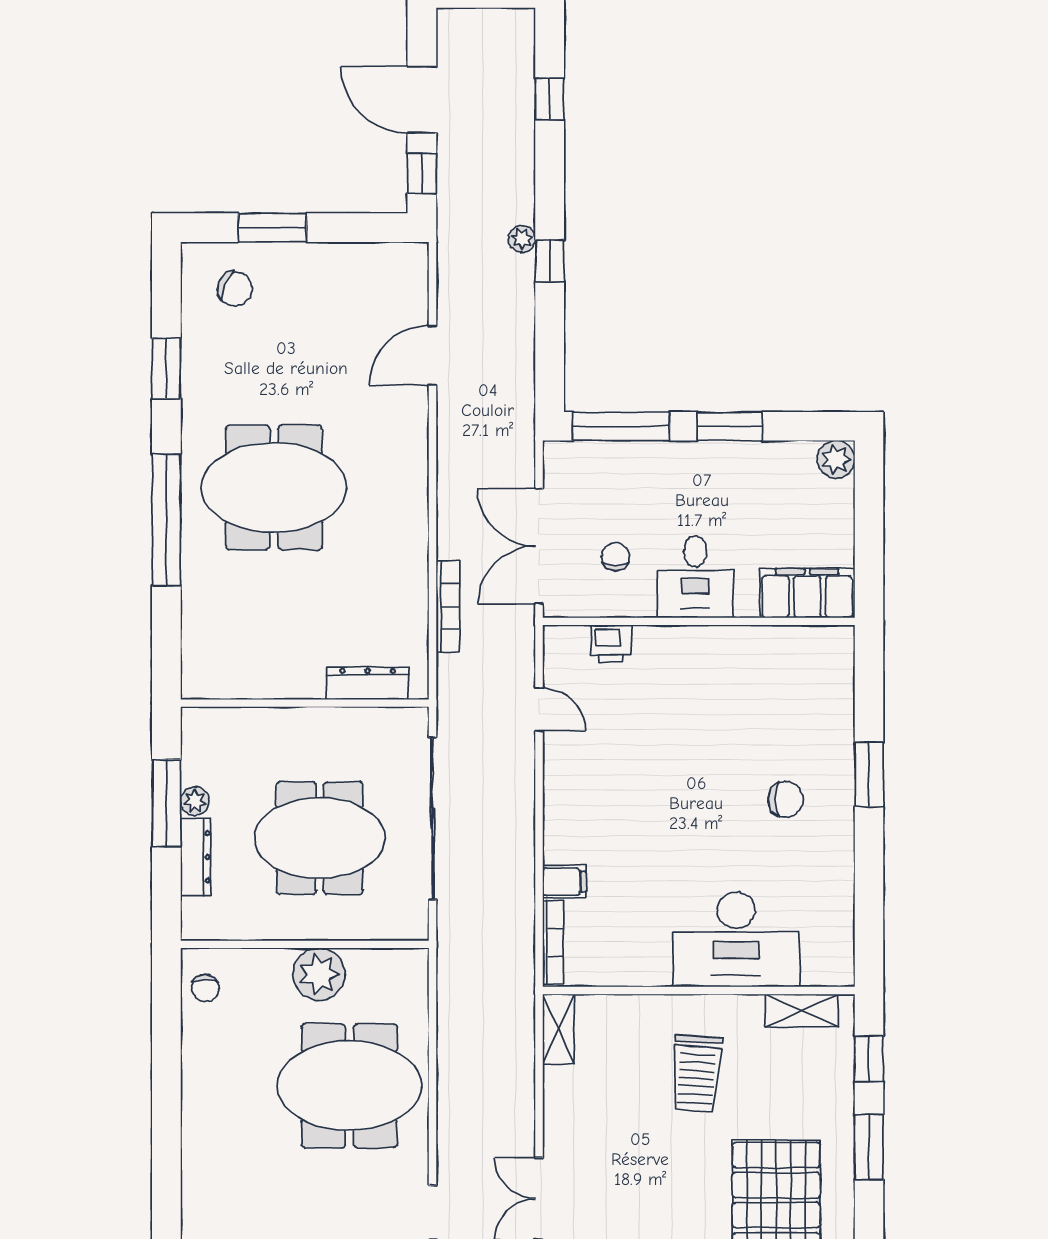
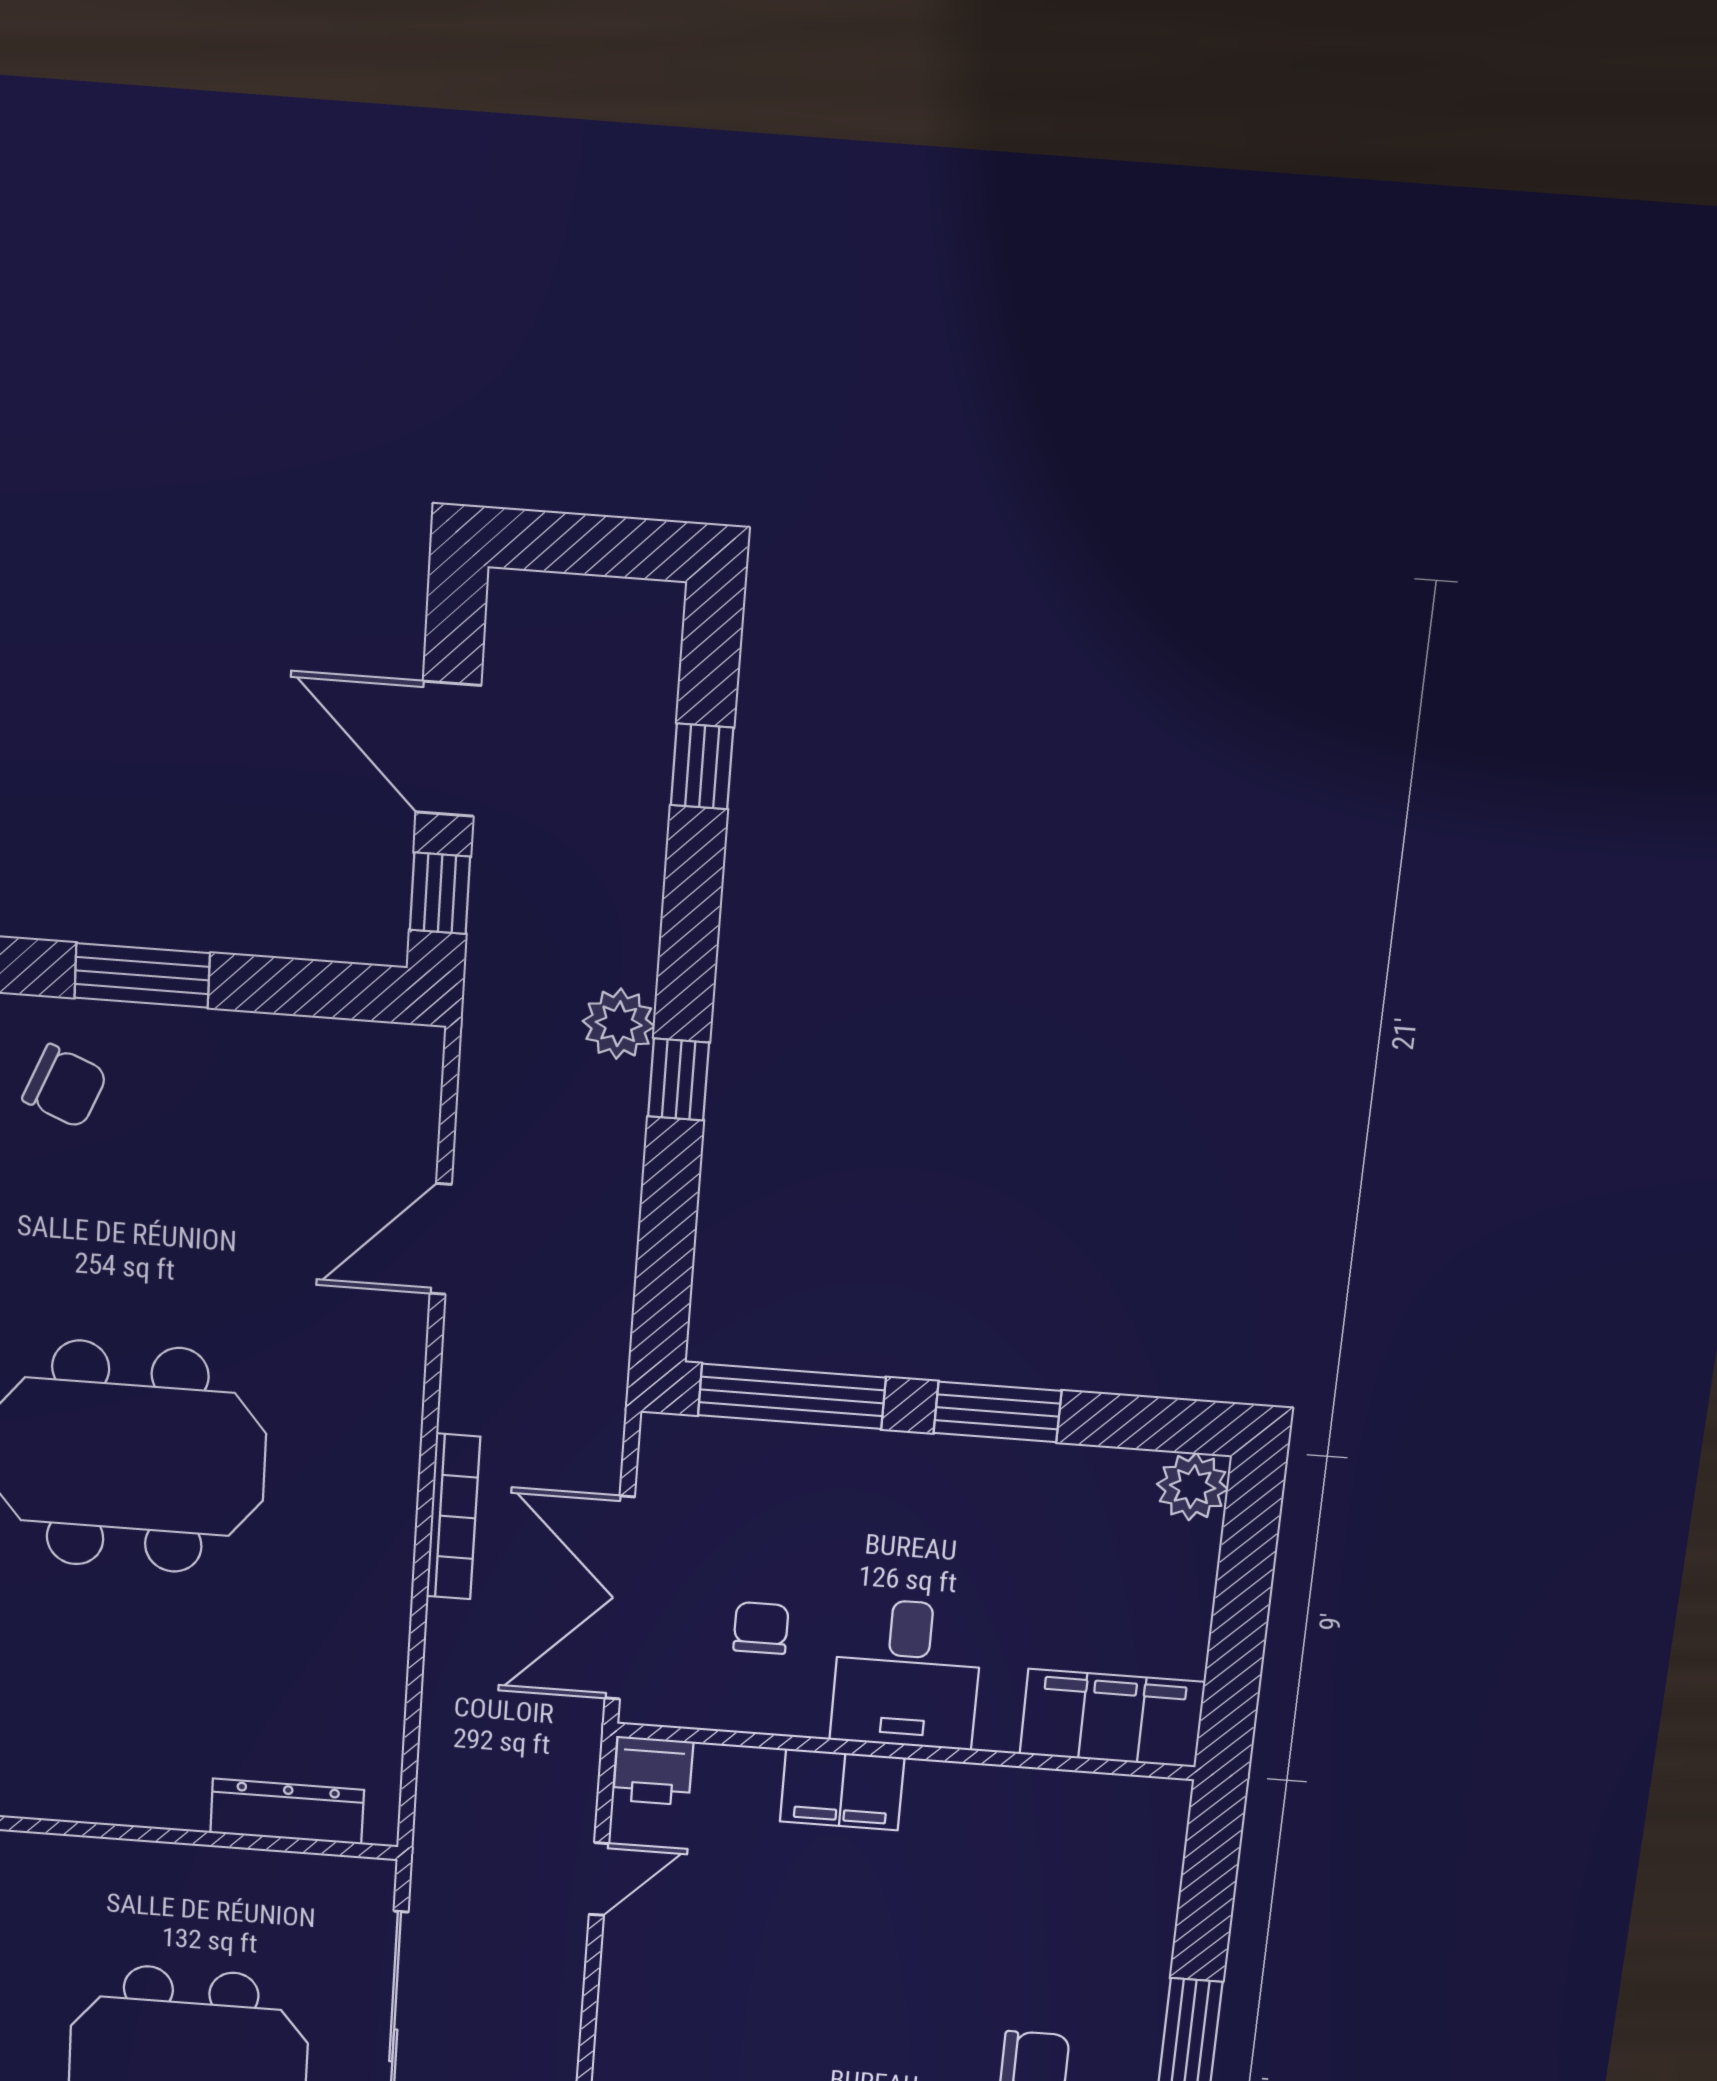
plant: (522, 239) -> (619, 1024), width x1.38, depth x1.38
bookcase: (448, 606) -> (453, 1517), moved
printer: (611, 644) -> (653, 1771), moved
filing cabinet: (666, 646) -> (842, 1790), added
door: (539, 709) -> (599, 1879), hinge flipped

